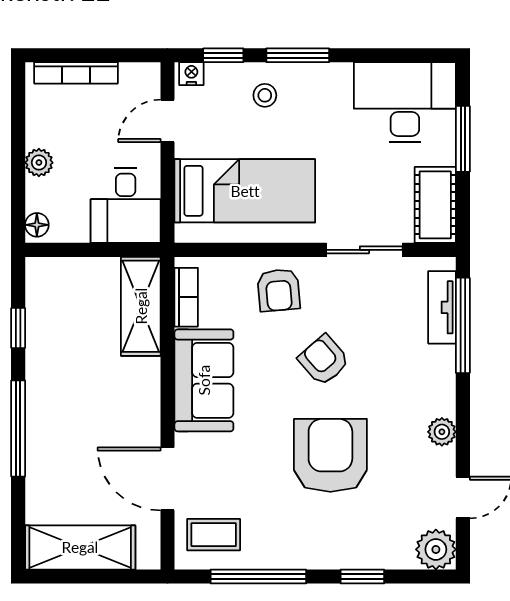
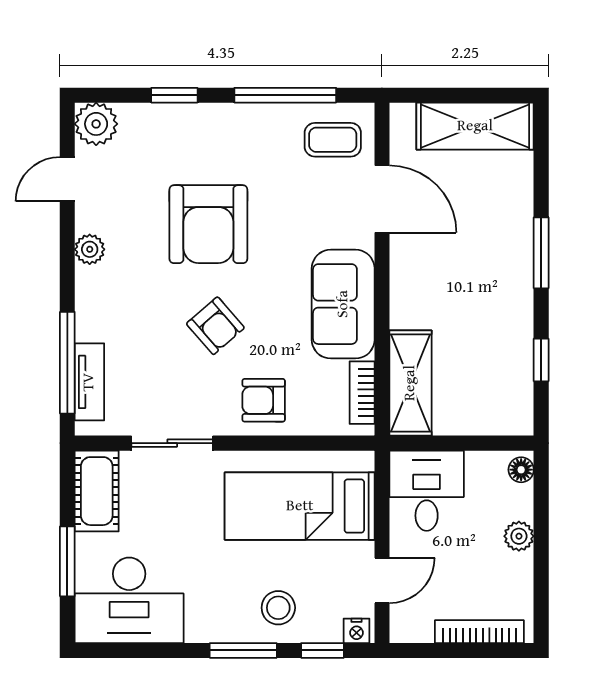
stool: (265, 95) -> (278, 608), width x1.37, depth x1.37
armchair: (279, 290) -> (264, 400), turned -85
window: (18, 428) -> (541, 253), width x0.69

